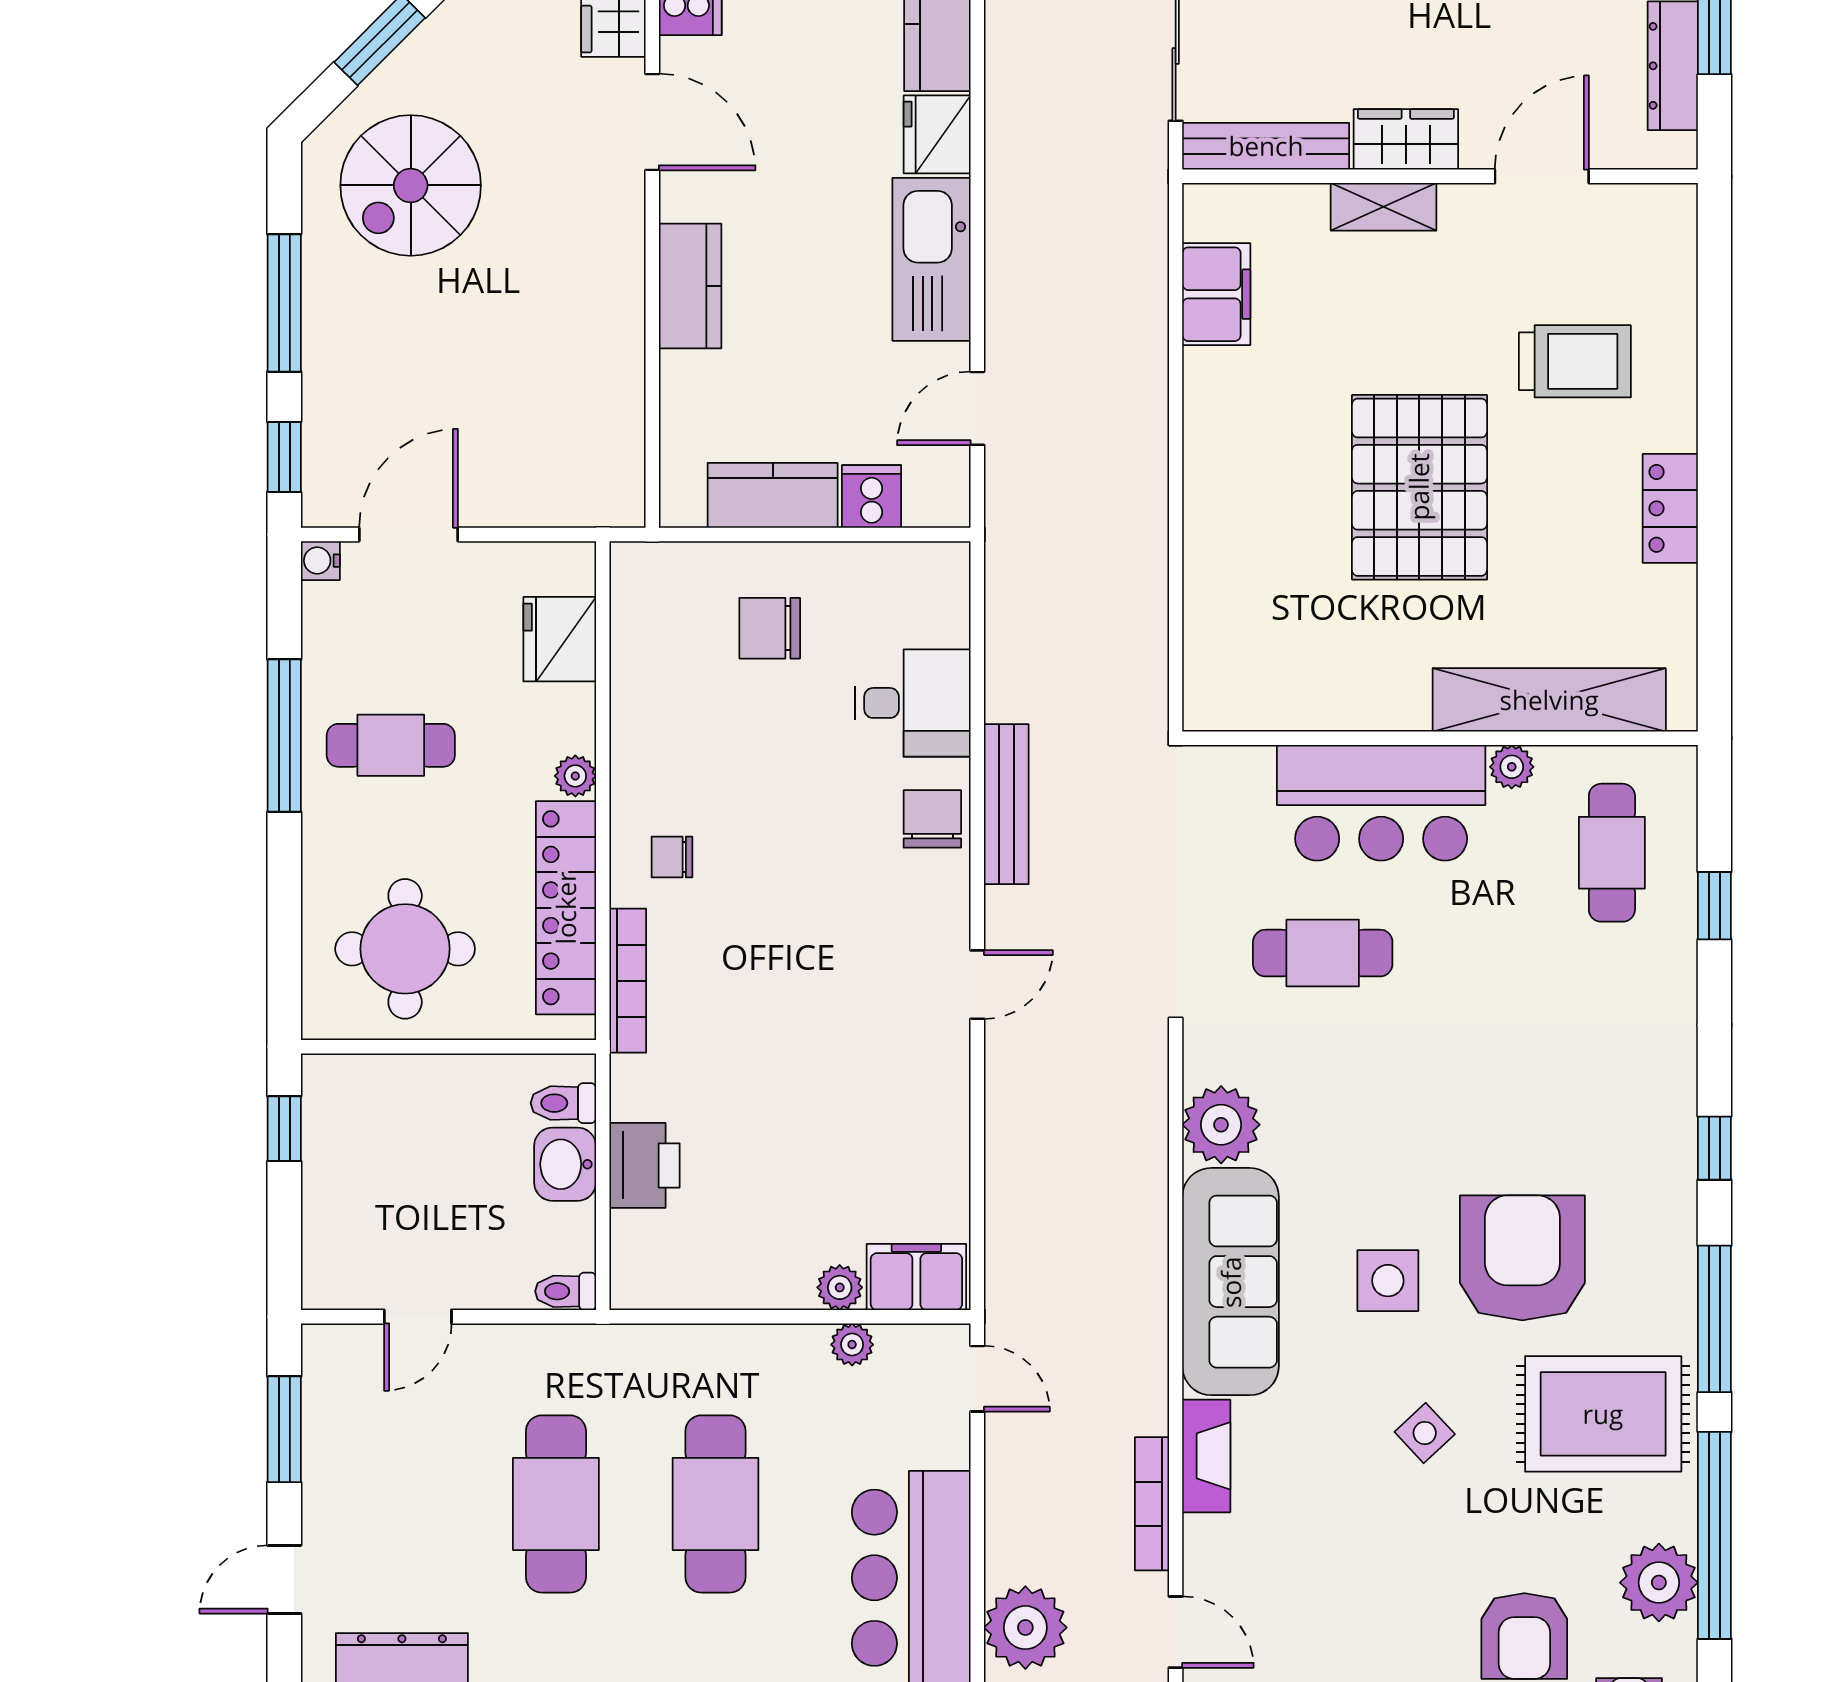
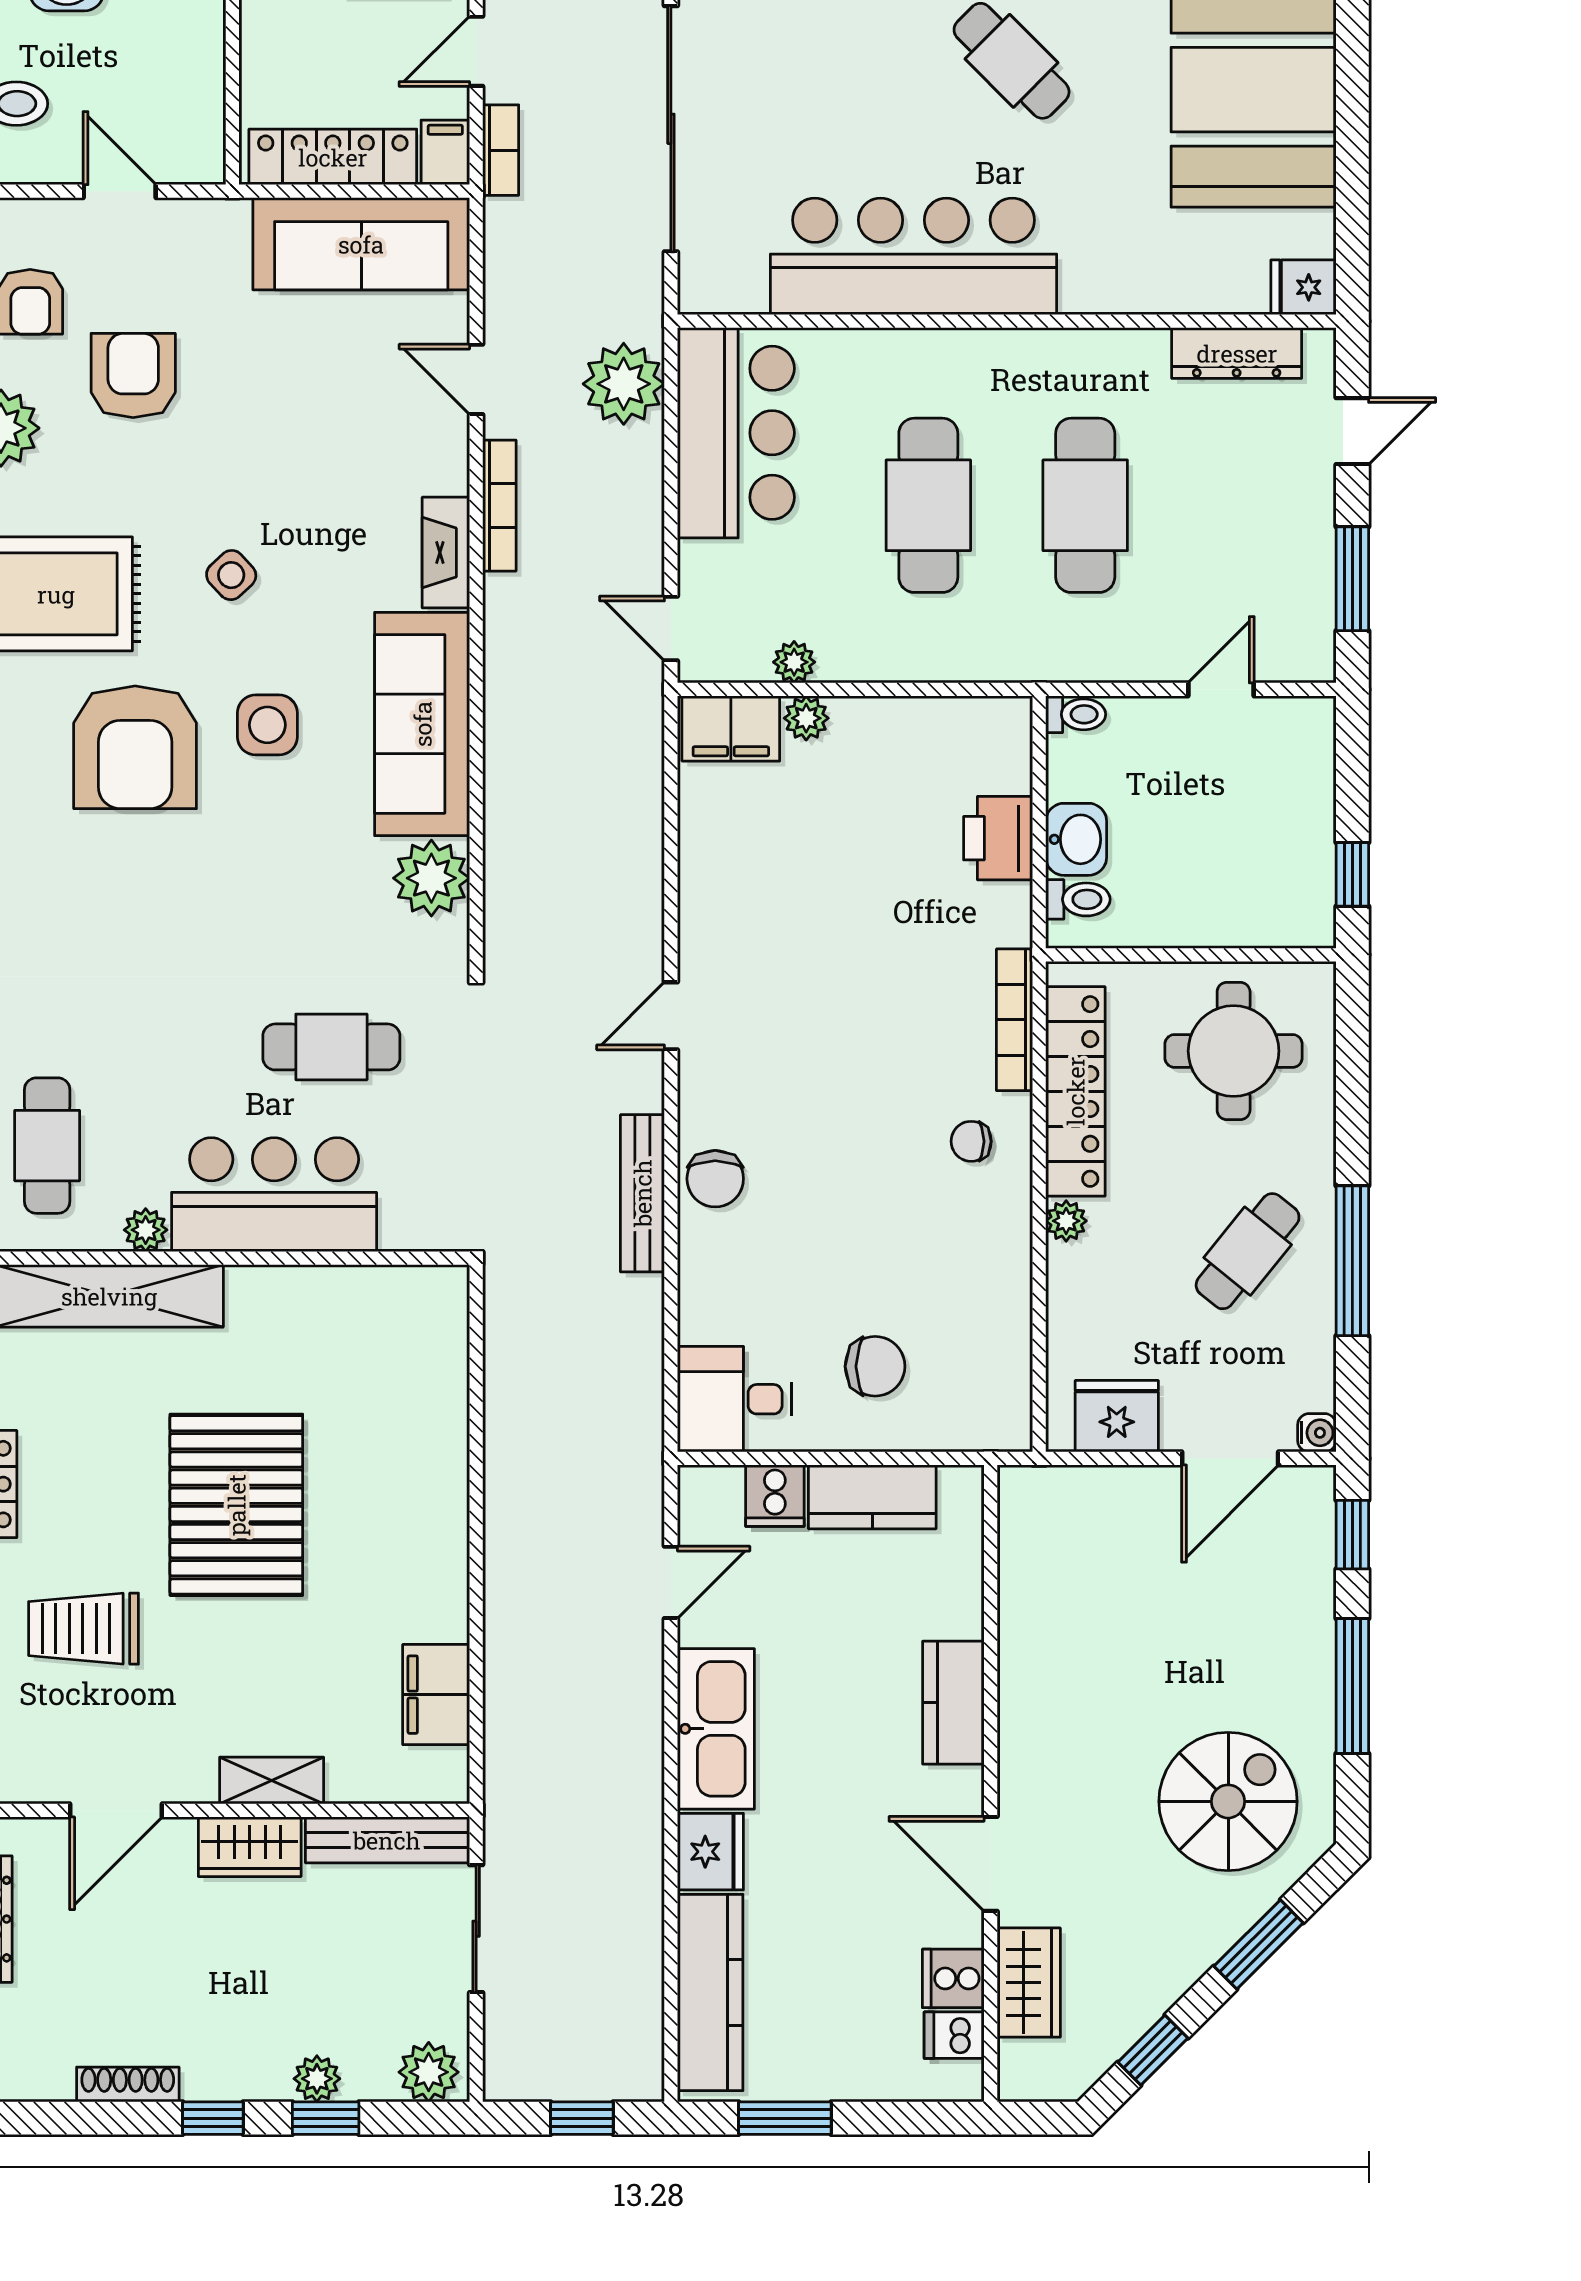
fridge: (560, 639) -> (1117, 1416), moved, turned -90
desk: (913, 703) -> (734, 1399), moved
cafe table: (391, 745) -> (1248, 1251), turned -51
chair: (672, 857) -> (971, 1141), turned 180

